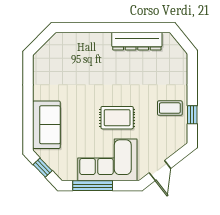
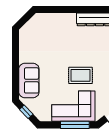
window: (93, 186) -> (75, 125), moved

